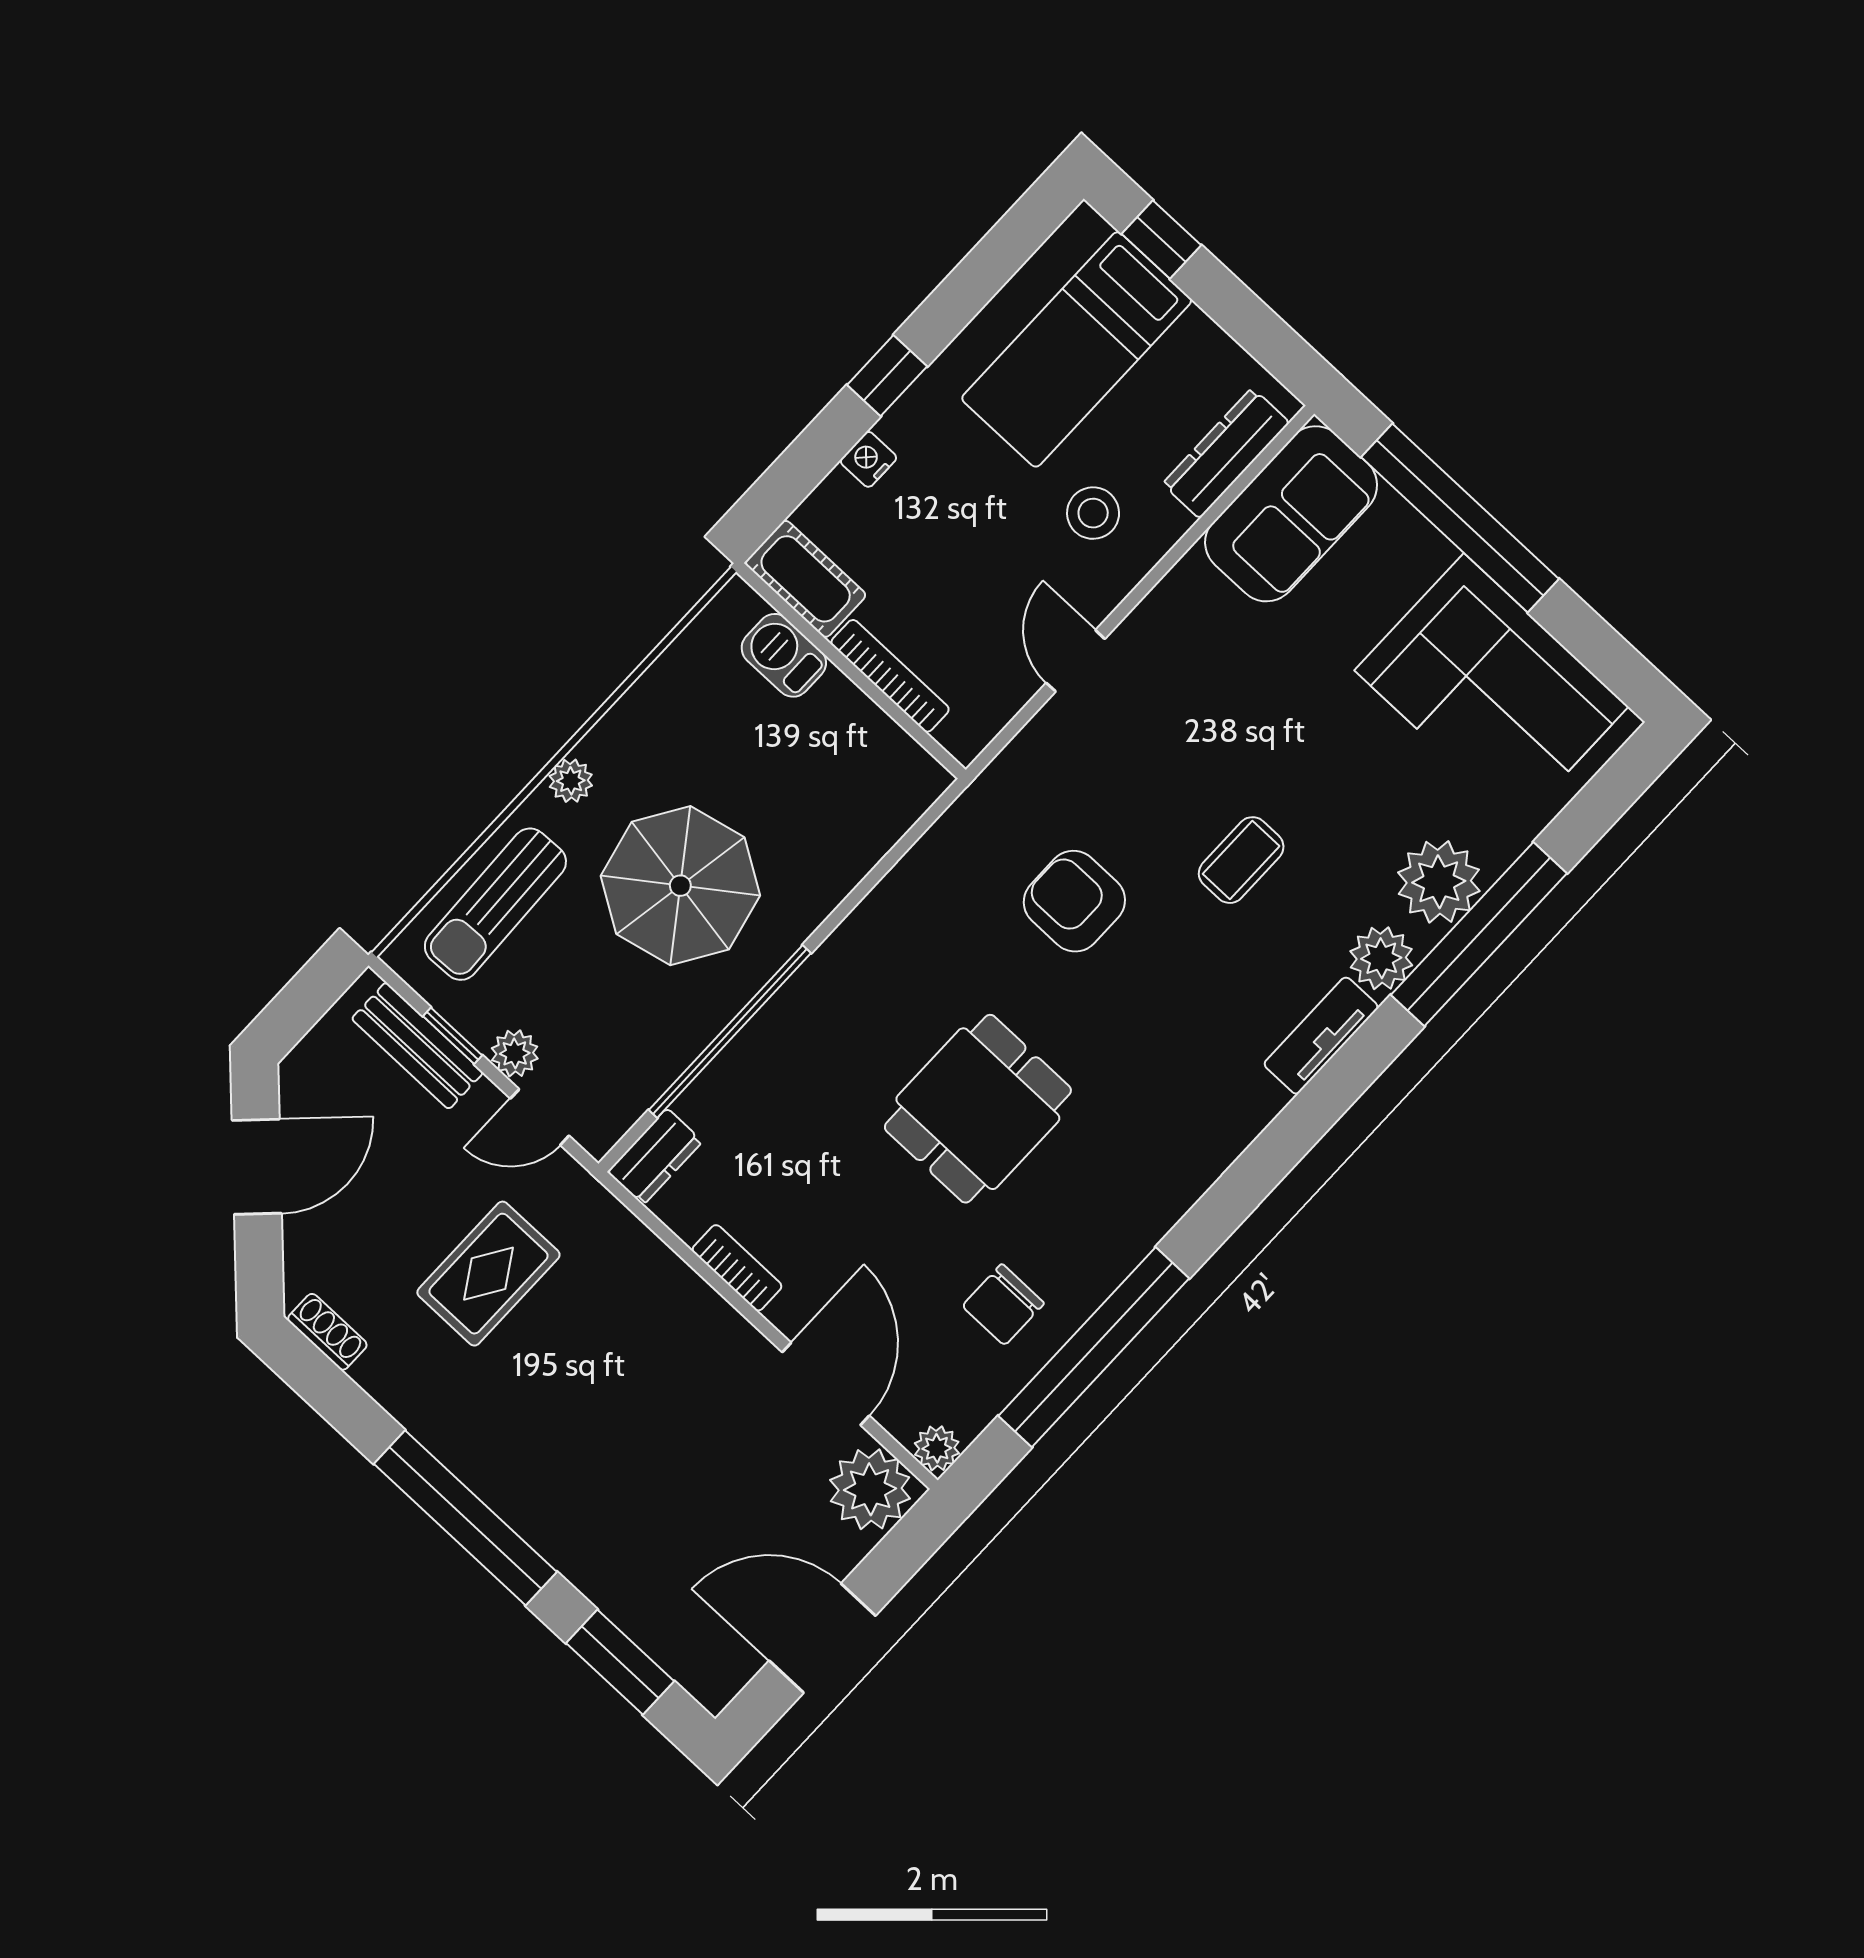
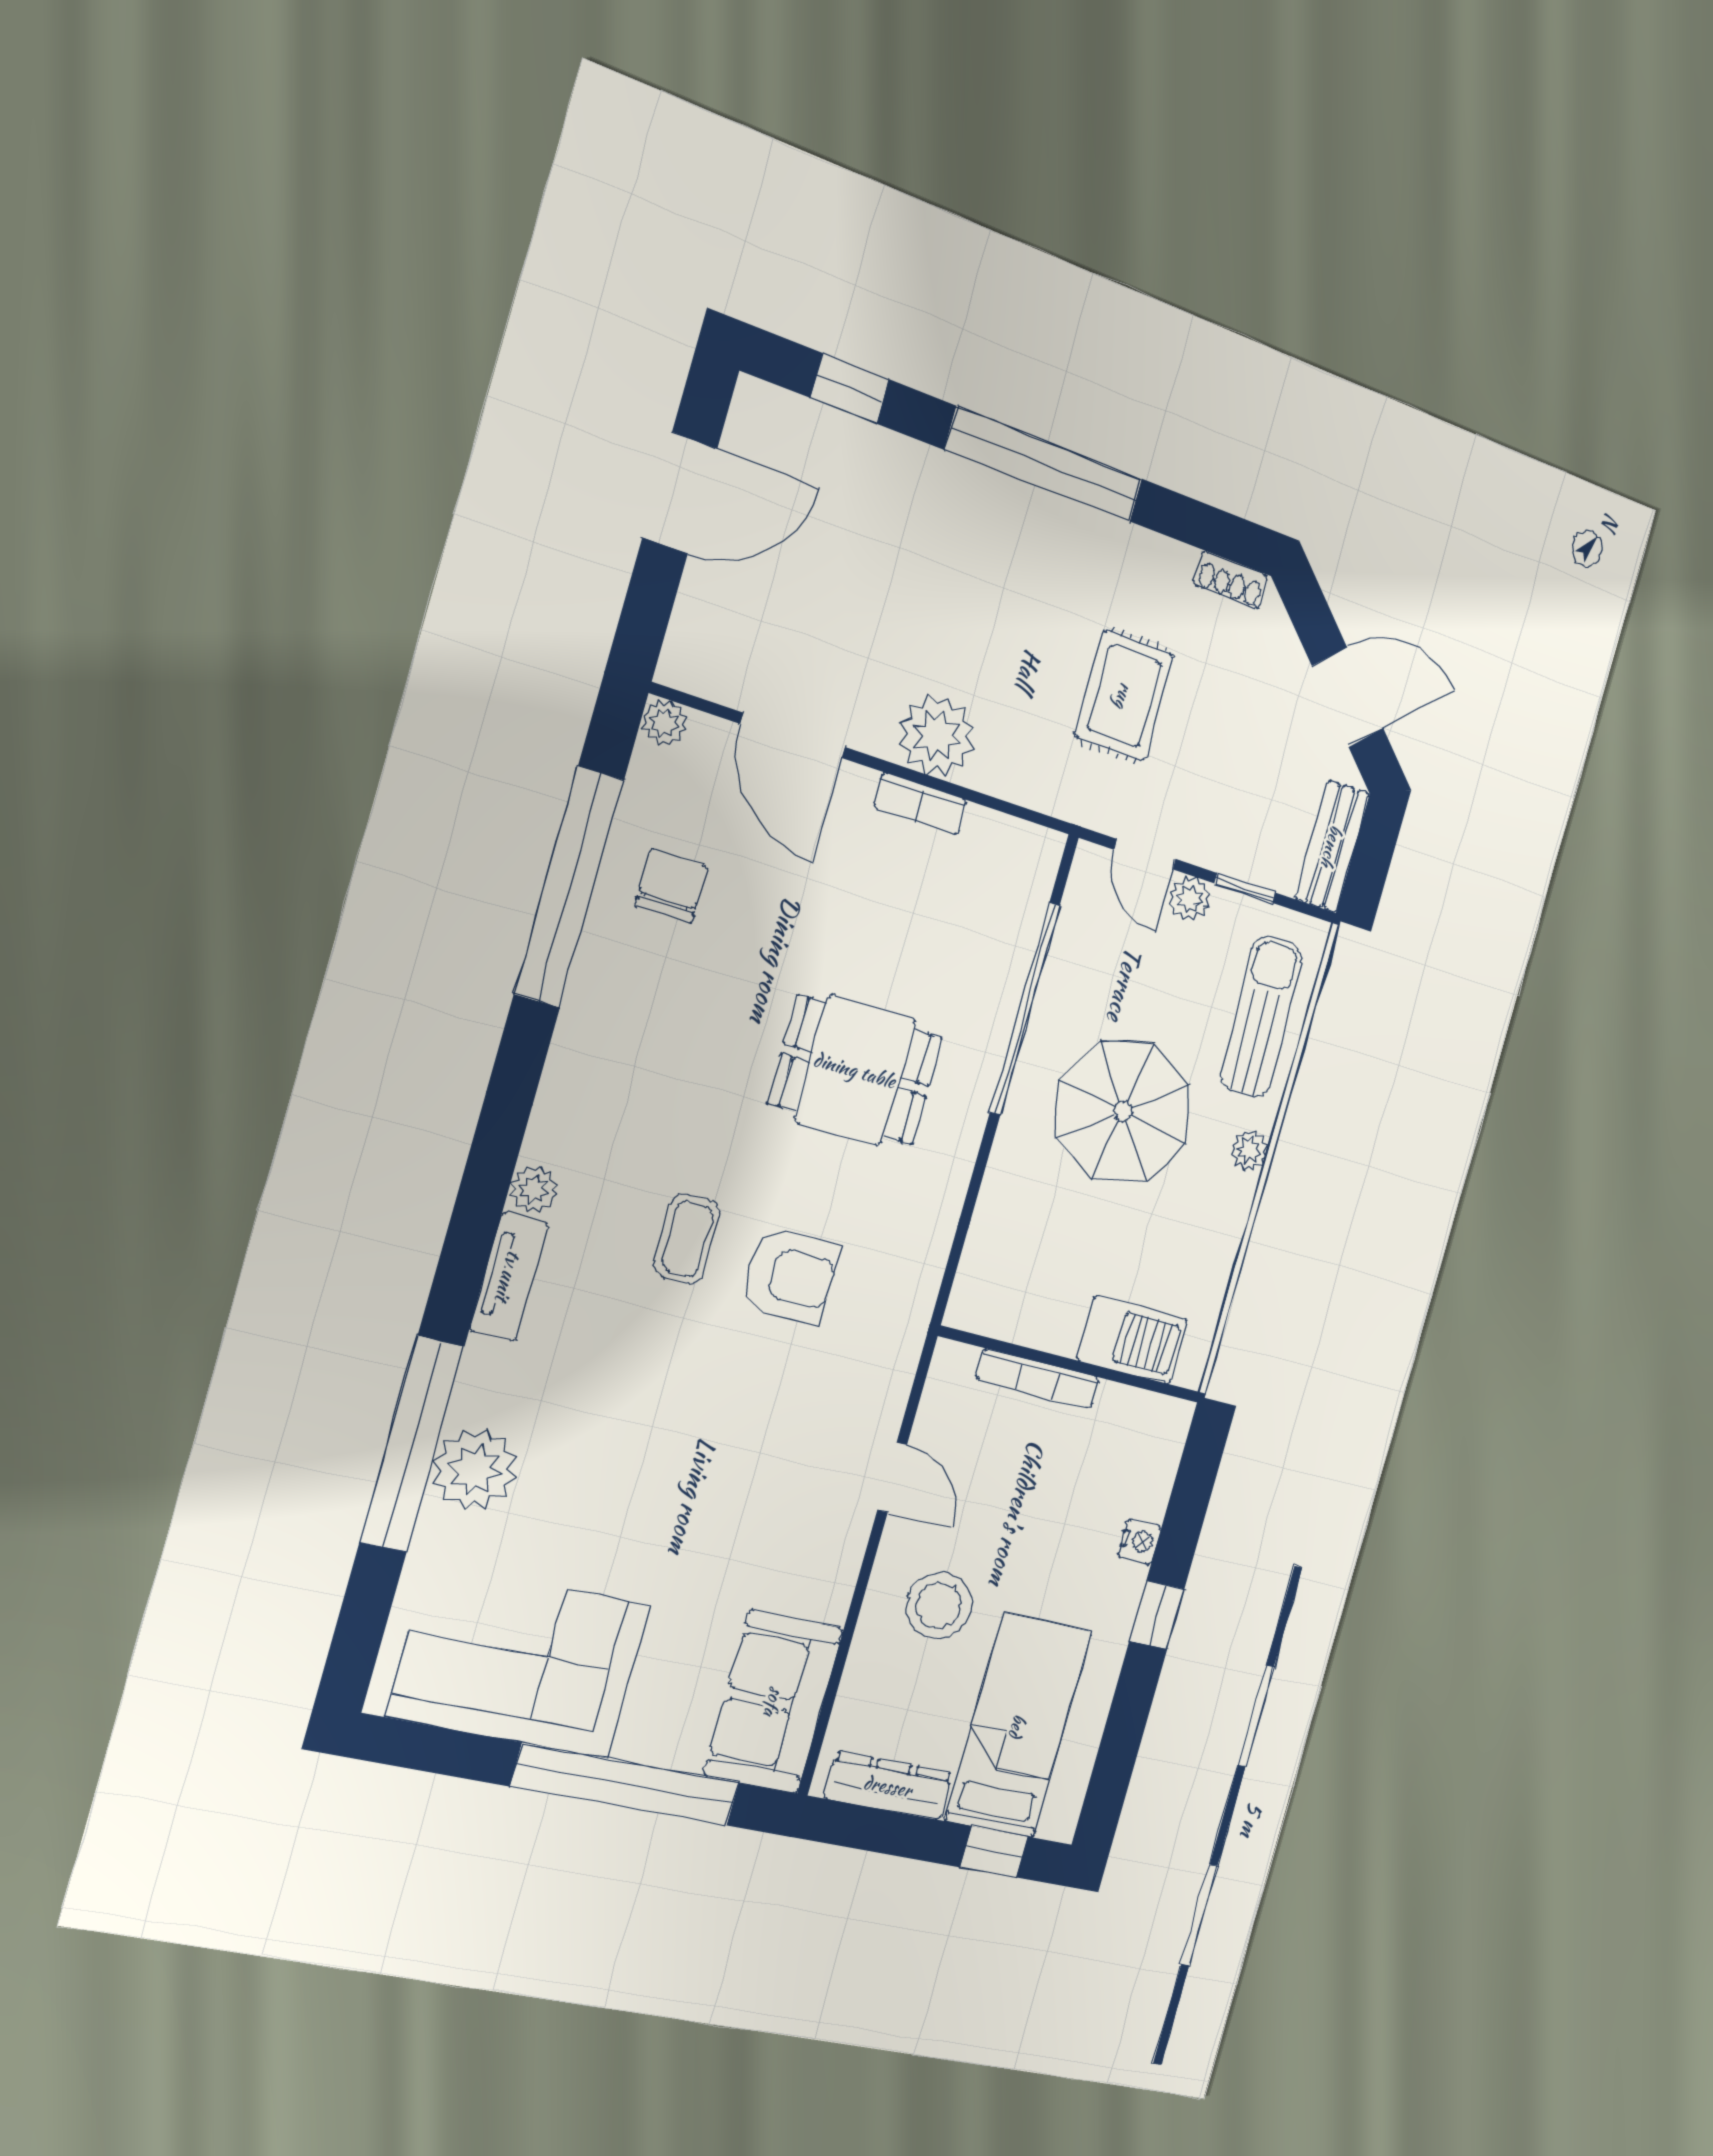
dresser: (1226, 453) -> (888, 1786), moved, turned -90
stool: (1093, 513) -> (939, 1605), width x1.38, depth x1.38
cot: (806, 579) -> (1143, 1418), removed
barbecue: (784, 655) -> (1132, 1340), width x1.38, depth x1.27
coffee table: (1241, 860) -> (687, 1239), moved
plant: (1381, 958) -> (534, 1189), moved, width x0.73, depth x0.73
bench: (417, 1046) -> (1332, 846), moved, turned 90
dining table: (978, 1109) -> (855, 1070), moved, turned 90
door: (540, 1117) -> (1145, 854), swing flipped
dresser: (655, 1157) -> (1035, 868), removed
door: (257, 1167) -> (1348, 697), swing flipped
plant: (870, 1489) -> (937, 735), moved
window: (620, 1662) -> (850, 389), width x0.67

